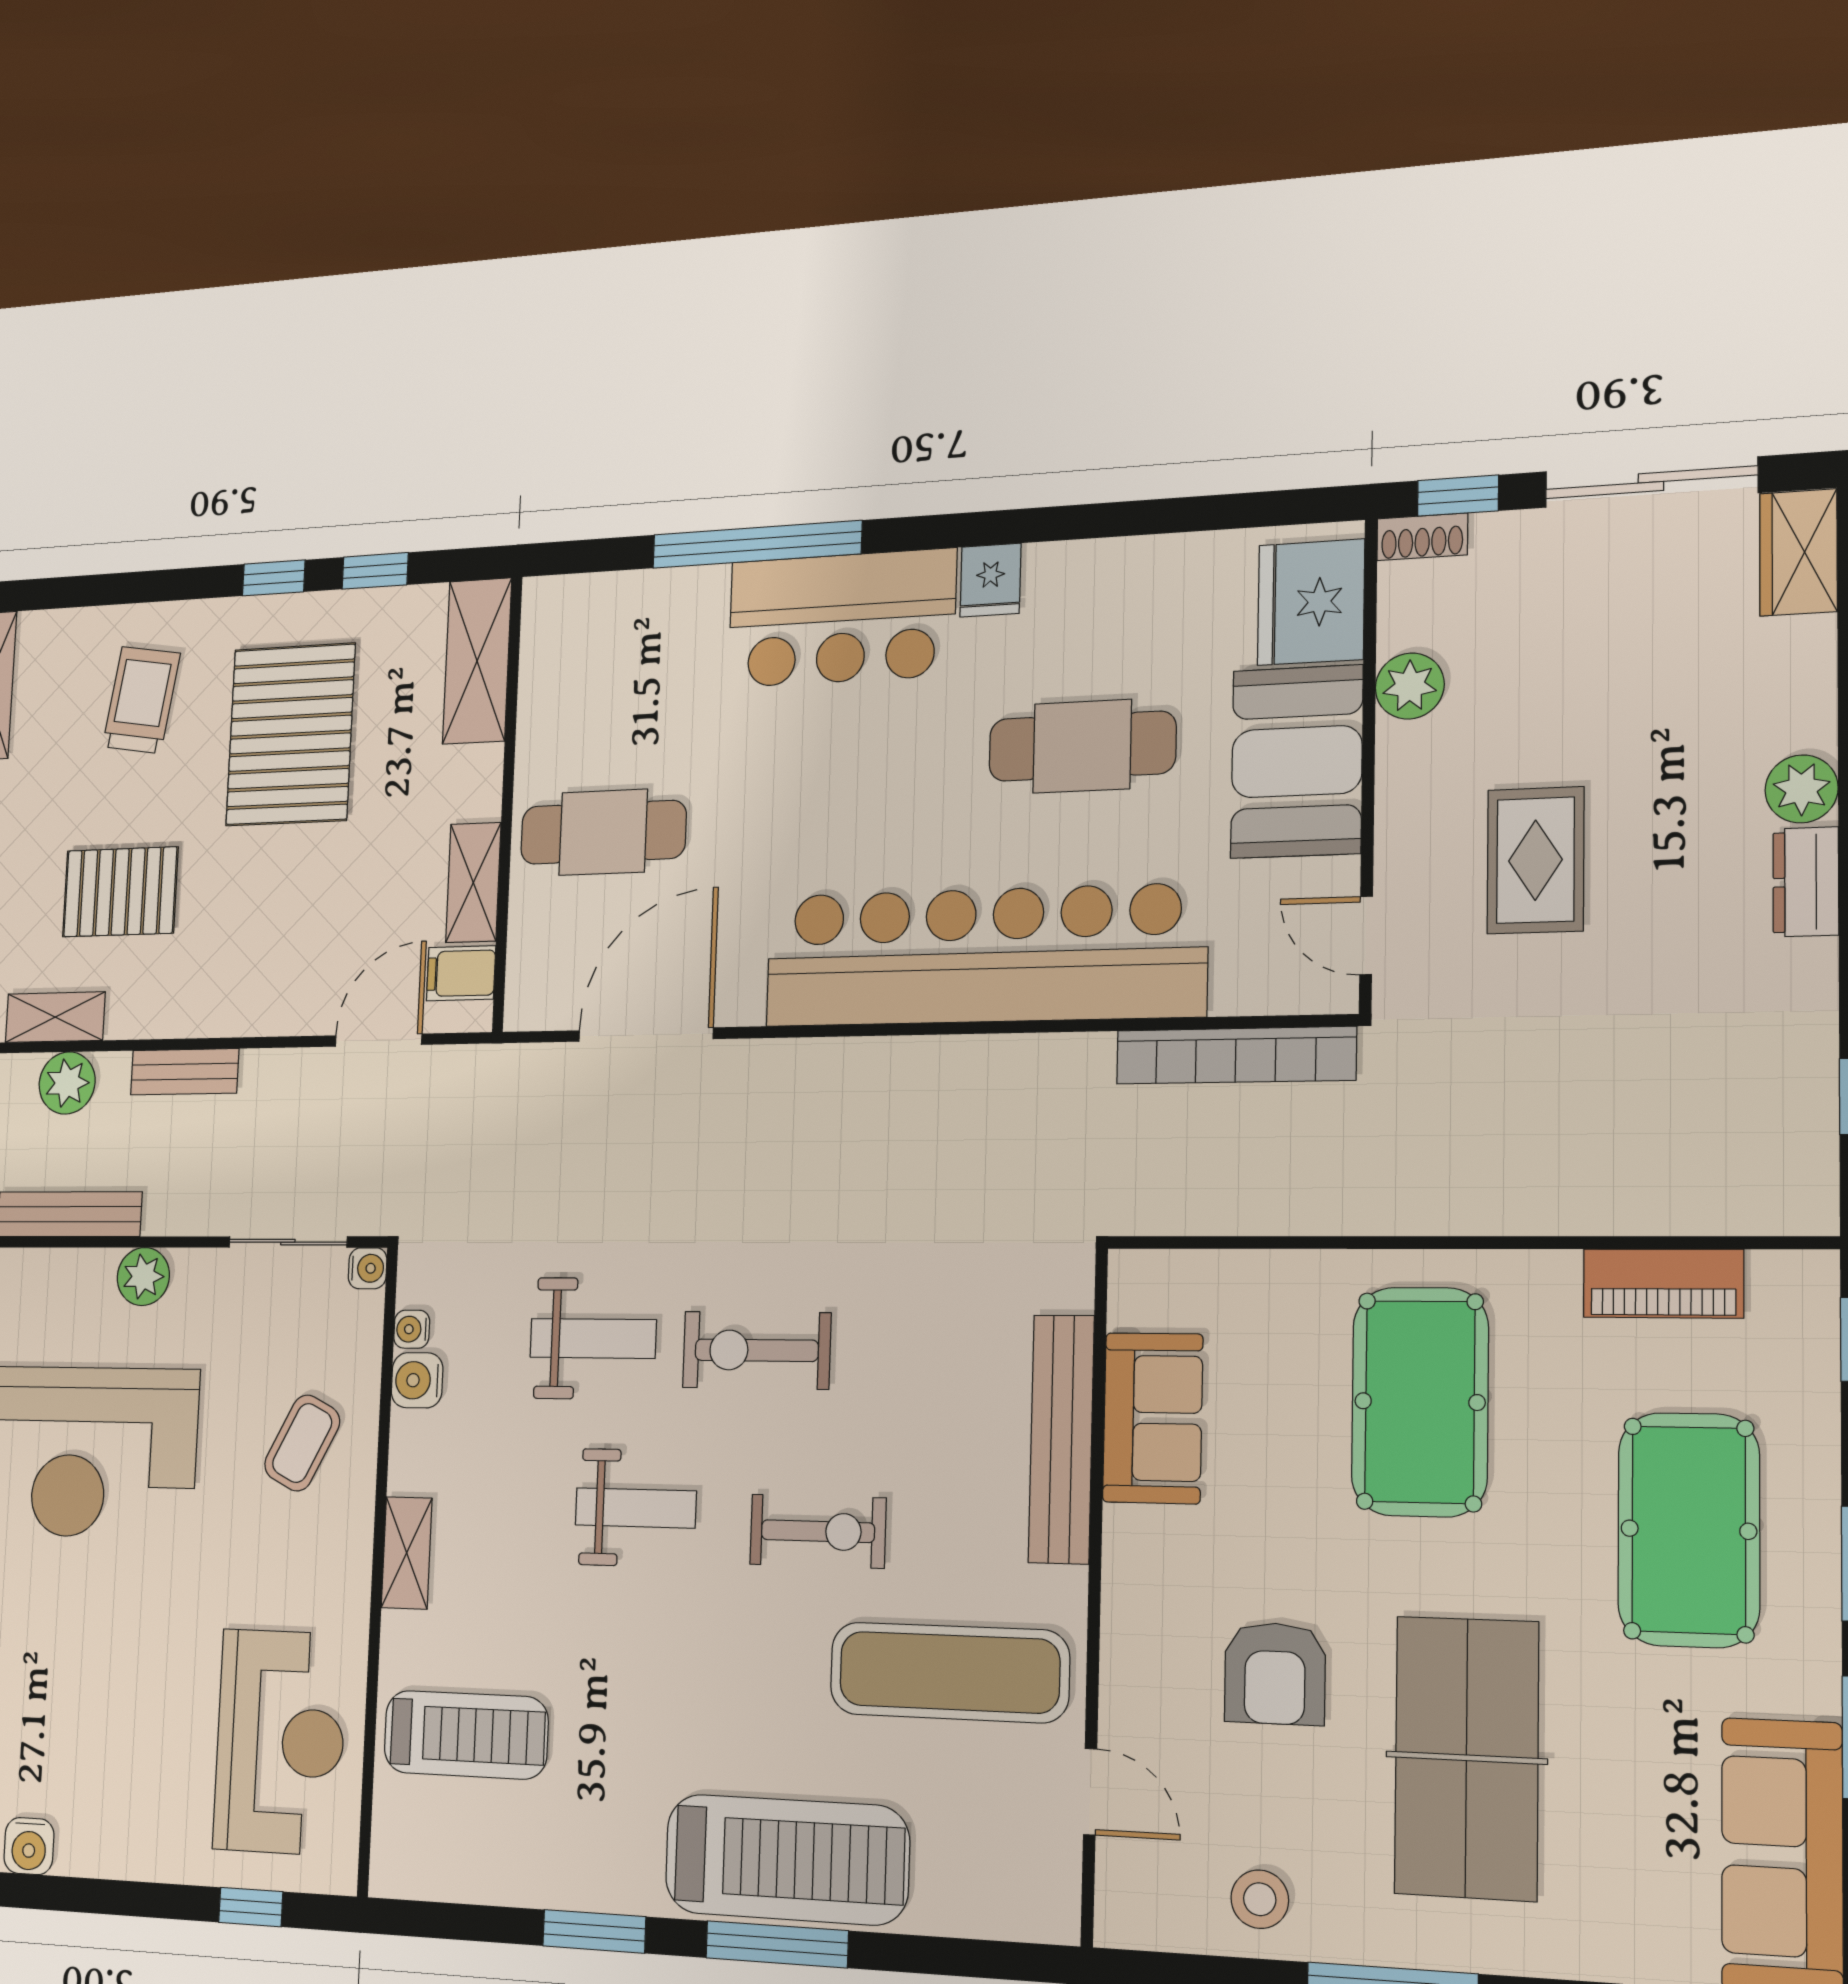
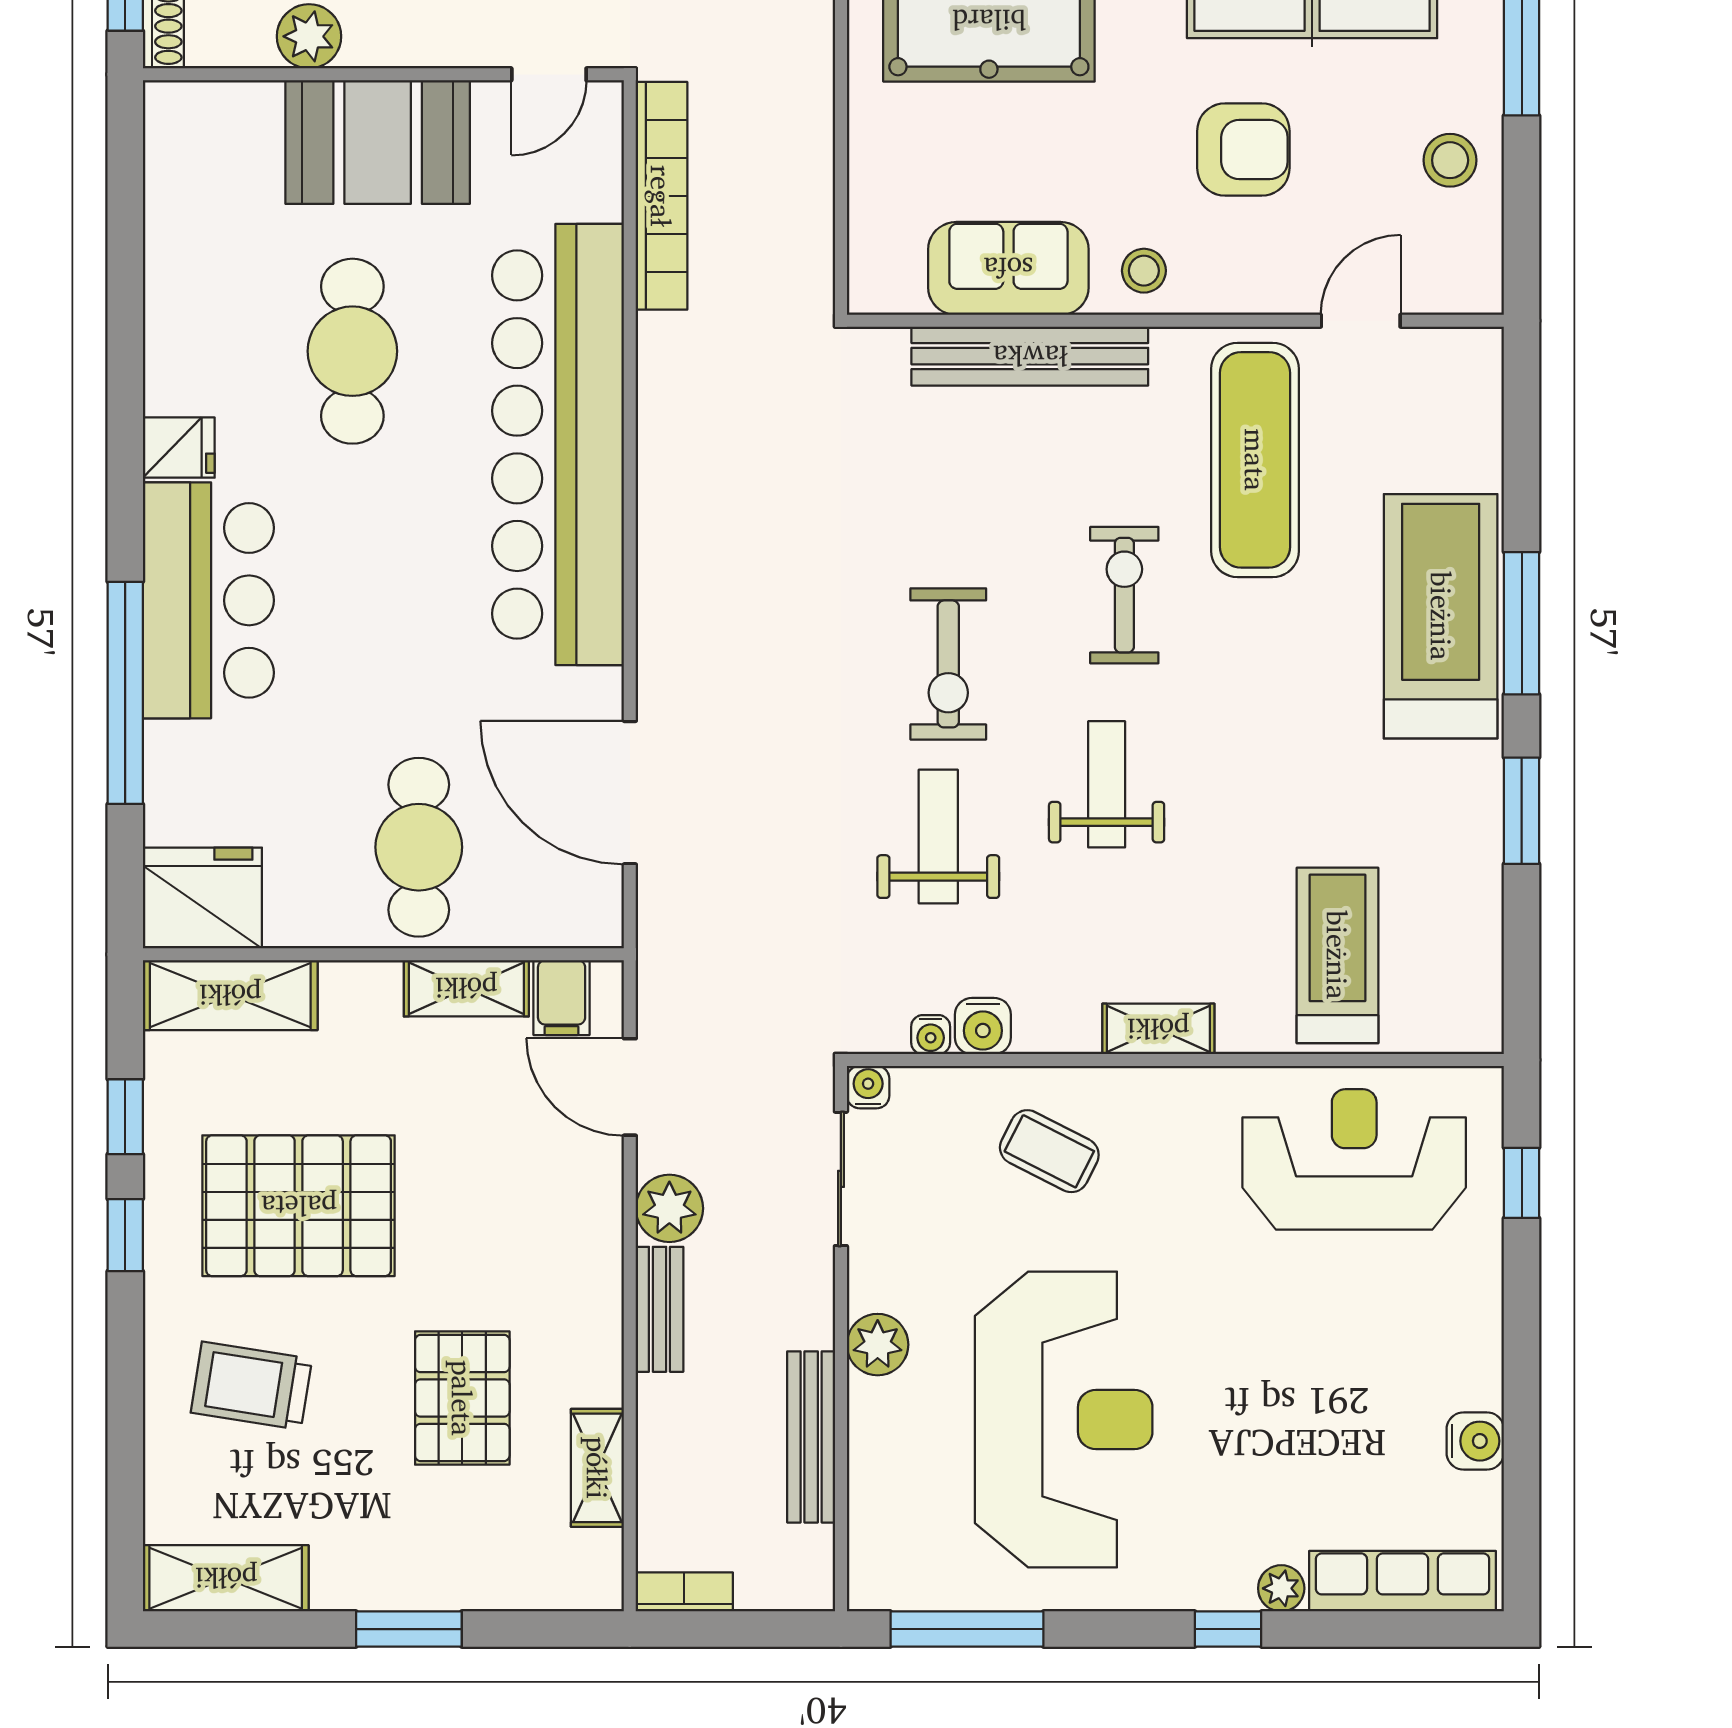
fridge: (1311, 602) -> (202, 898), moved, turned 180
plant: (67, 1083) -> (669, 1208), moved
stool: (1148, 1562) -> (1144, 271), added

